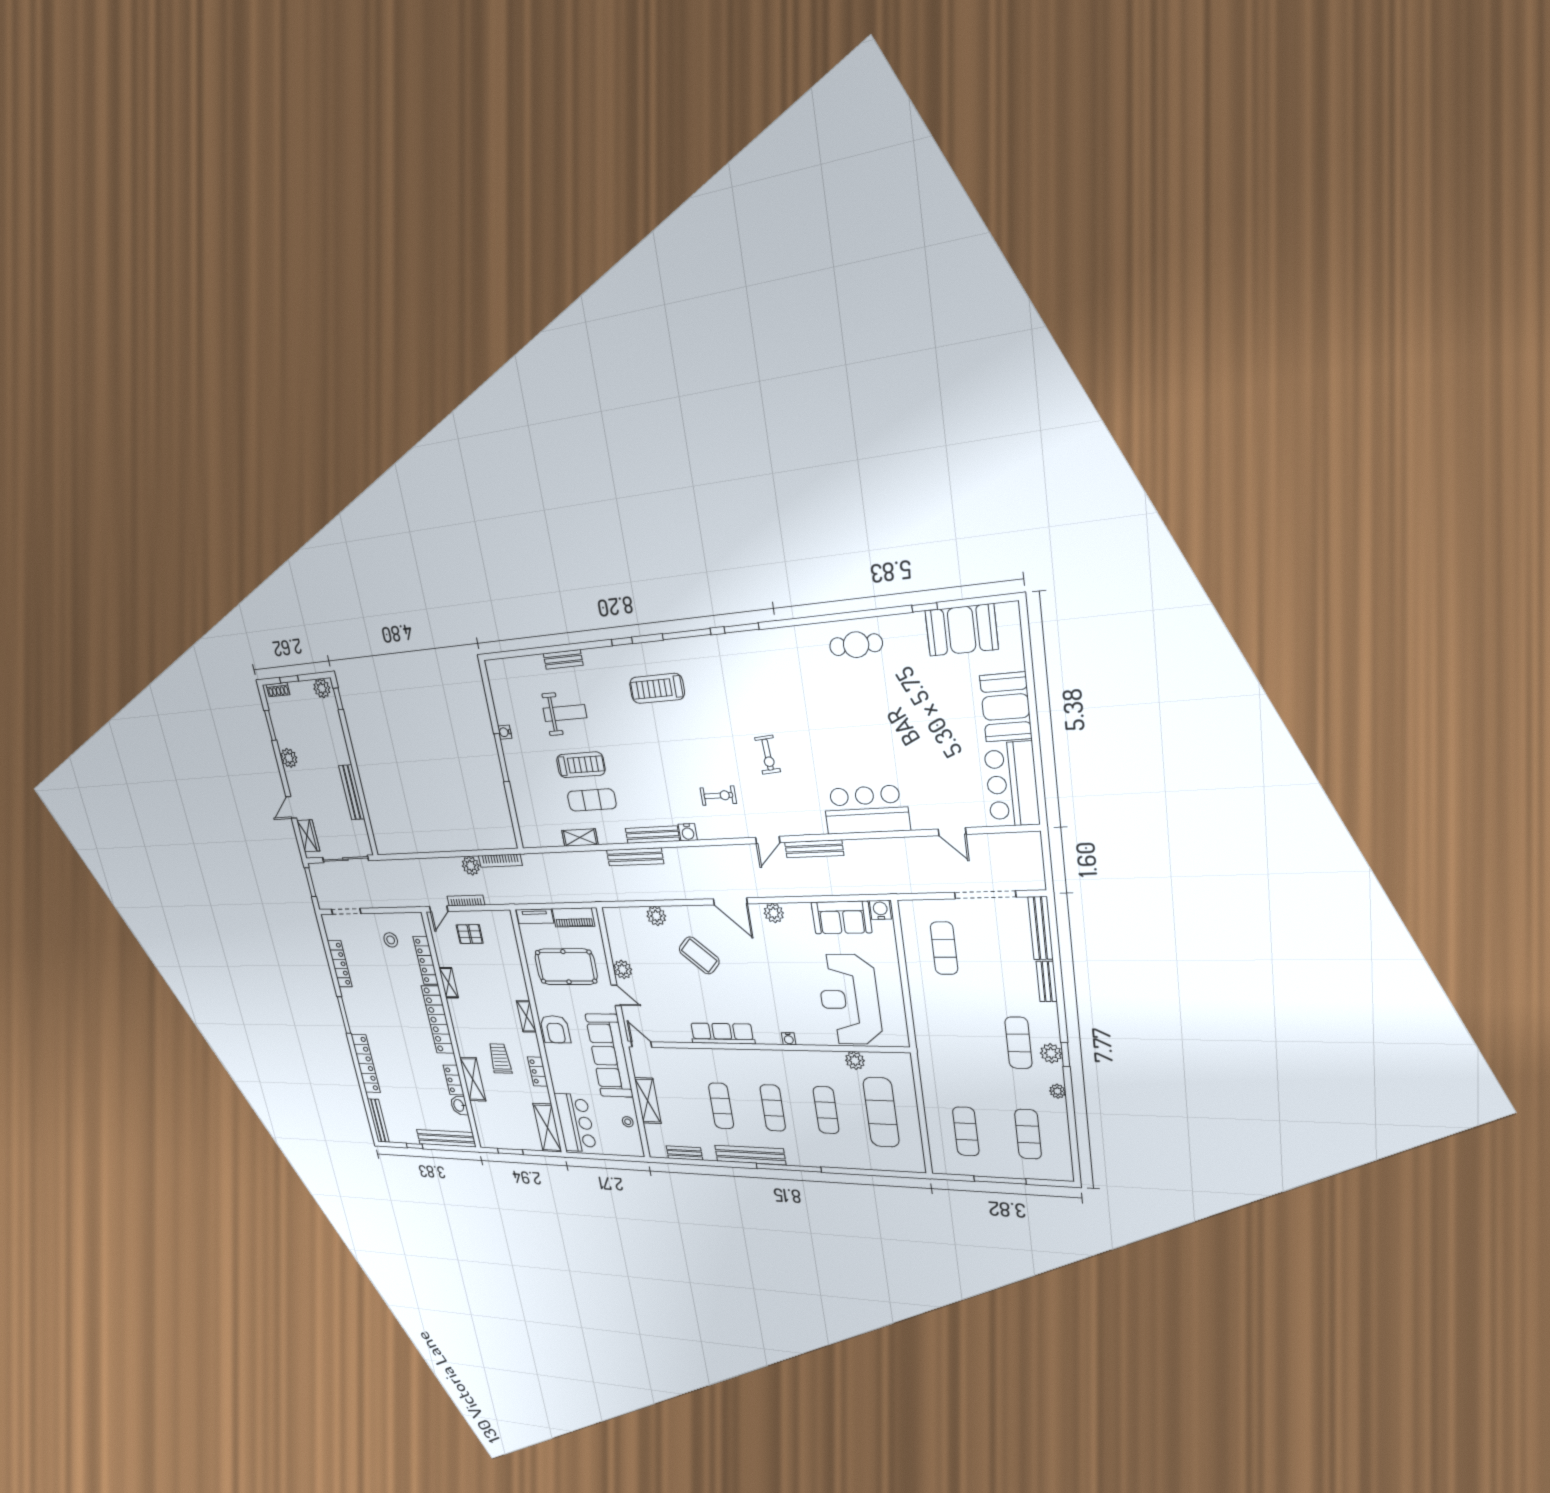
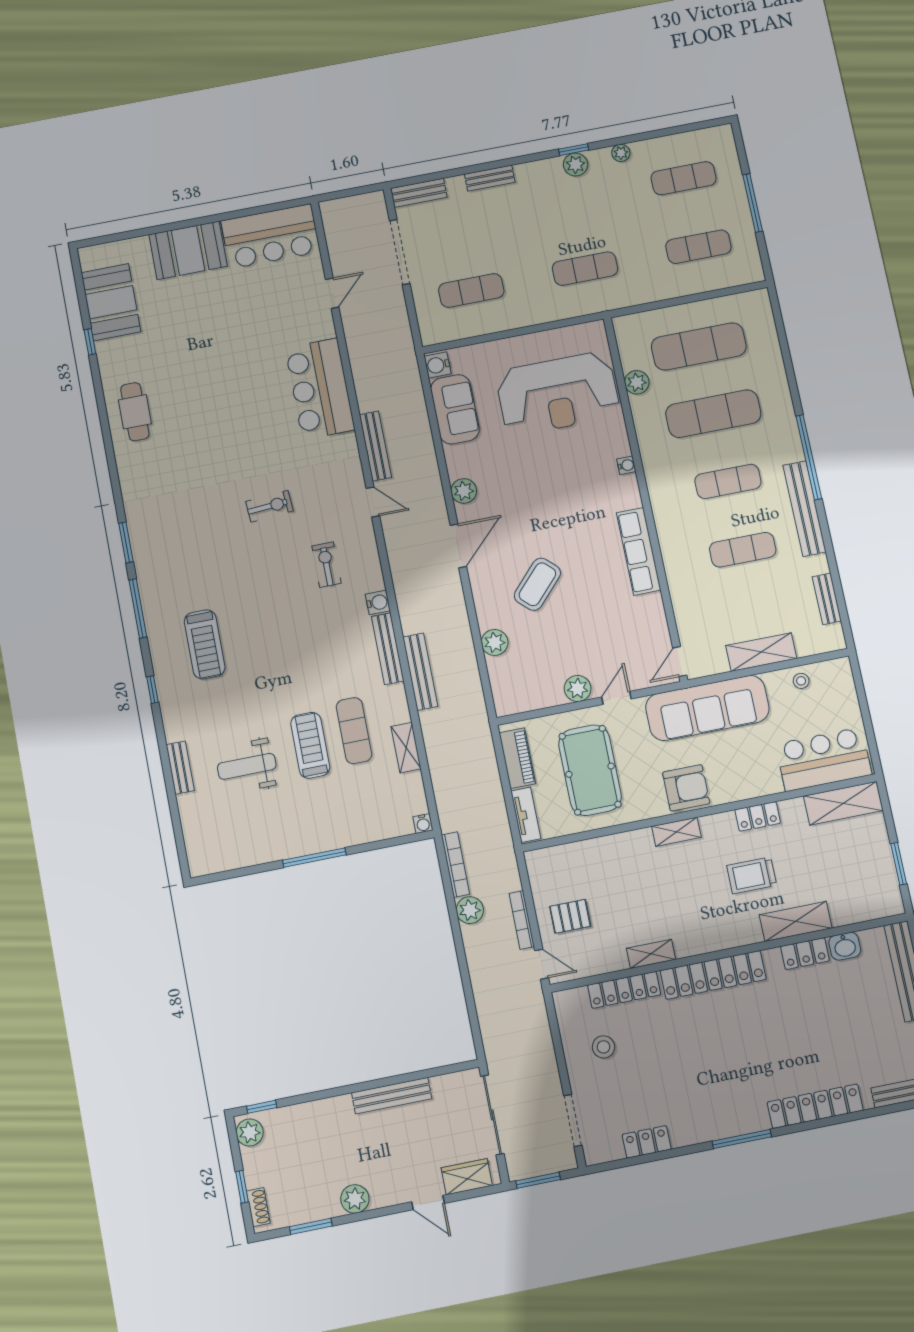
weight bench: (565, 713) -> (247, 766), turned -90
water cooler: (505, 732) -> (423, 823), moved
bench: (1041, 928) -> (419, 193), width x0.73
pallet: (470, 934) -> (570, 916), turned 90
locker: (340, 964) -> (647, 1142), width x0.66
exercise mat: (1018, 1043) -> (585, 269), moved
exercise mat: (826, 1110) -> (713, 414), width x1.36, depth x1.45

